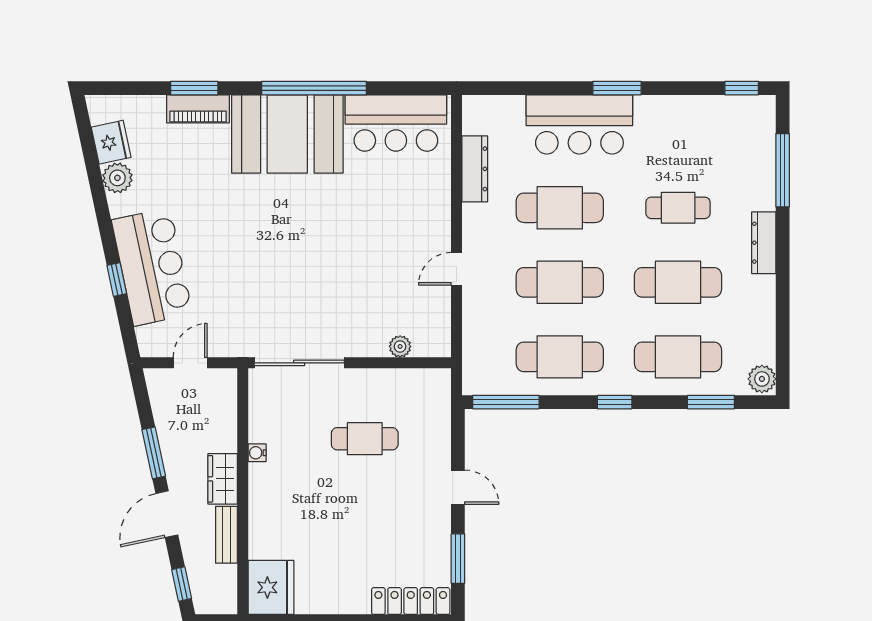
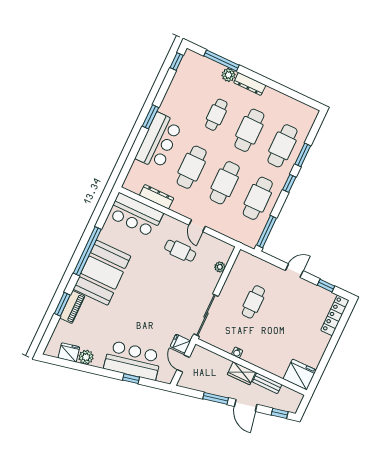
bar counter: (396, 123) -> (135, 215), moved, turned 90
cafe table: (396, 259) -> (180, 251), added
fridge: (224, 340) -> (180, 344), added
plant: (762, 379) -> (228, 75), moved
window: (711, 402) -> (303, 155), moved
window: (458, 559) -> (326, 286), width x0.67

